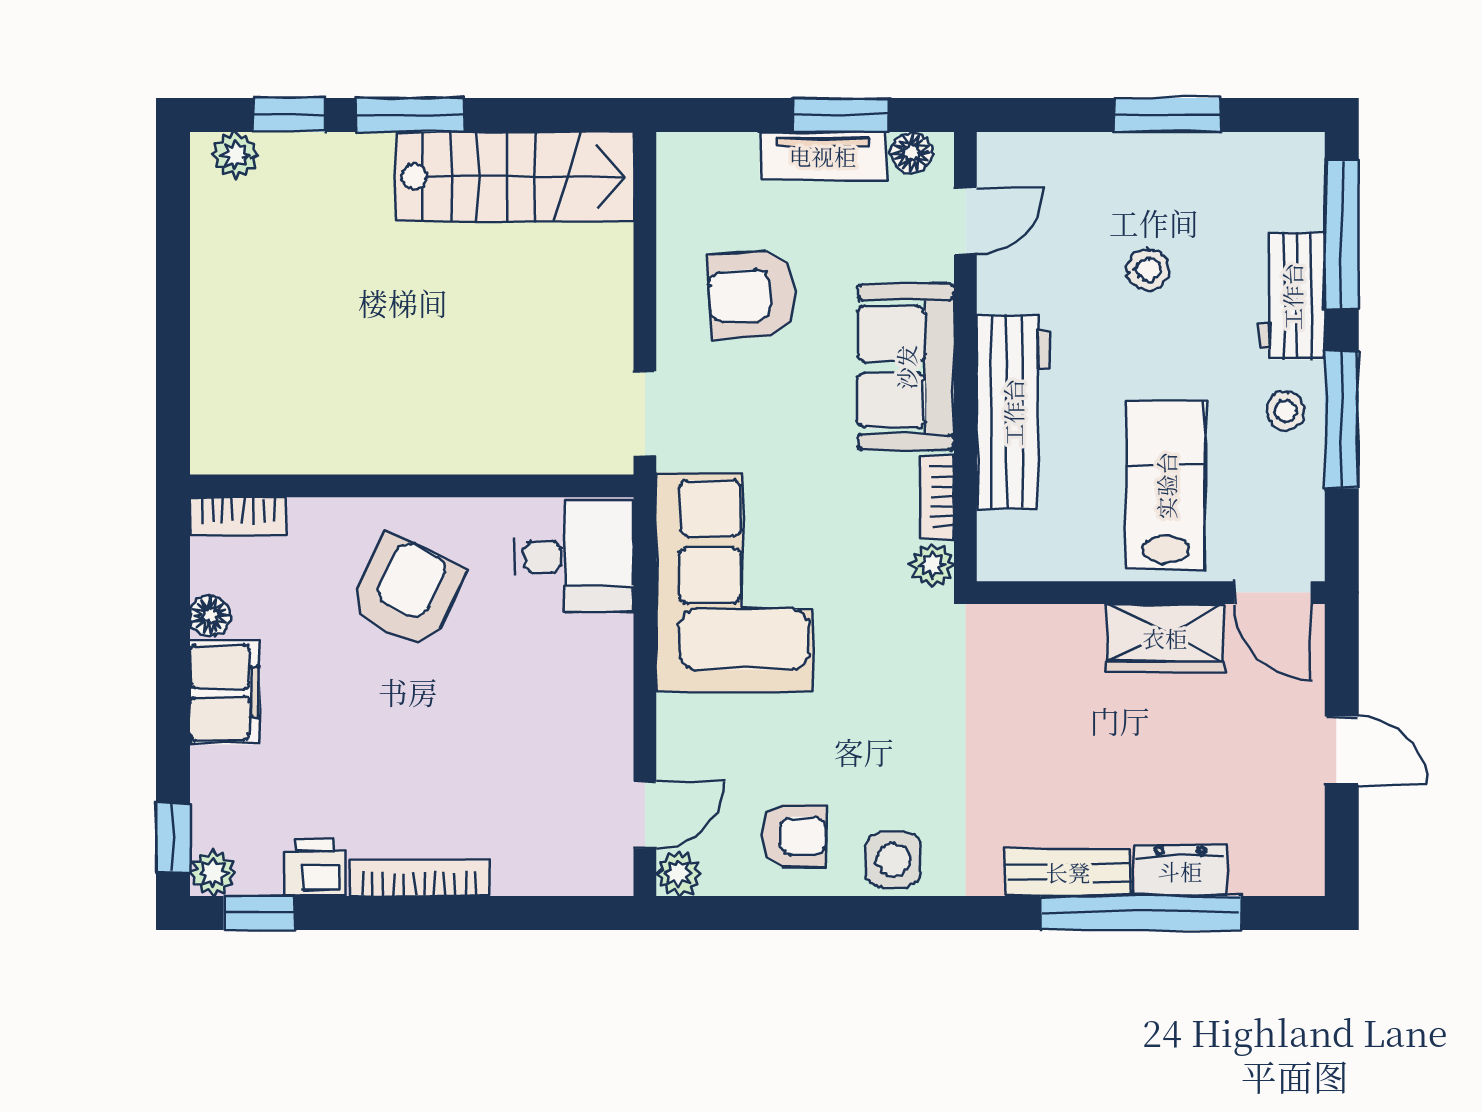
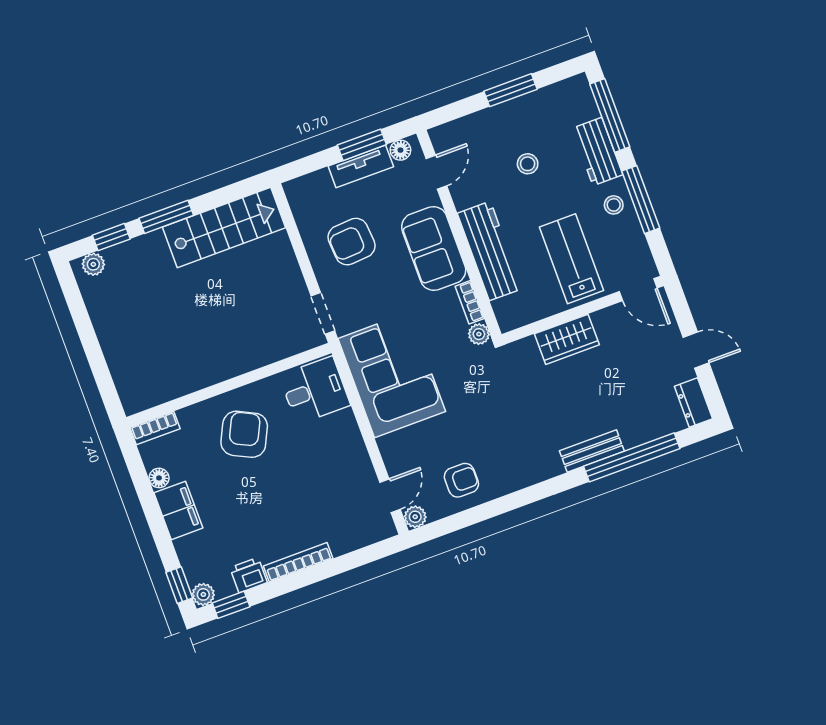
wardrobe: (1165, 638) -> (567, 339), moved
side table: (893, 860) -> (510, 475), removed
dresser: (1180, 871) -> (693, 403), moved, turned -90

